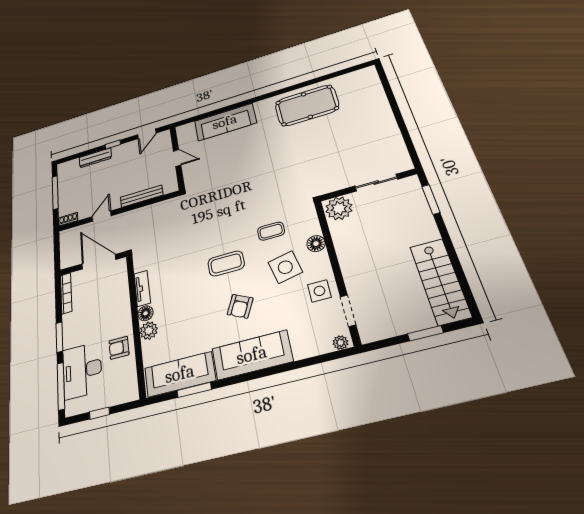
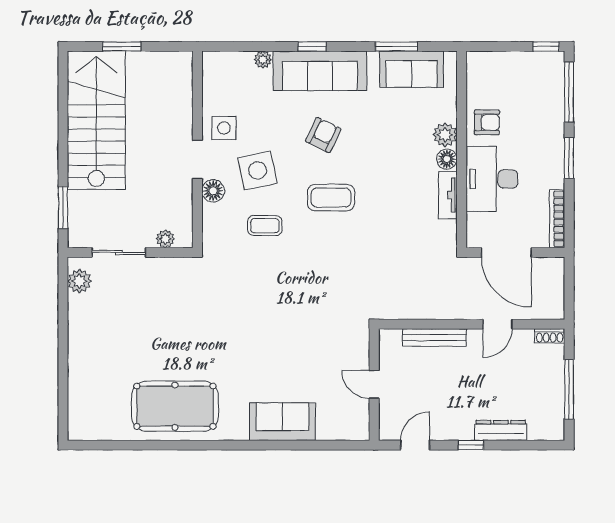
sofa: (225, 122) -> (282, 422), width x0.73
plant: (400, 156) -> (79, 281), added
plant: (339, 208) -> (165, 239), width x0.53, depth x0.53
stairs: (440, 281) -> (96, 120), width x1.36, depth x1.51
doorway: (348, 311) -> (197, 159), moved
plant: (340, 343) -> (263, 60), moved
desk: (82, 370) -> (492, 179), moved, turned 180
window: (262, 373) -> (312, 46), added
sofa: (180, 374) -> (412, 69), width x0.73
window: (99, 413) -> (546, 46), moved

